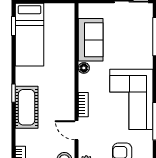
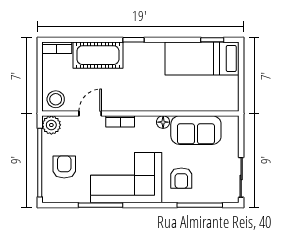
armchair: (132, 52) -> (181, 178), added
cot: (27, 107) -> (98, 55), moved

